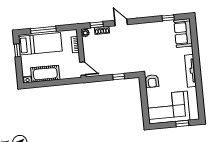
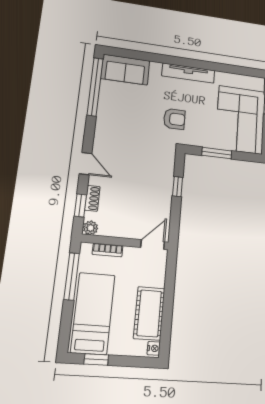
window: (168, 18) -> (95, 87), width x3.17
door: (121, 22) -> (86, 164), swing flipped
window: (43, 30) -> (72, 276), moved
armchair: (152, 81) -> (174, 119), moved
window: (144, 96) -> (217, 153), added

